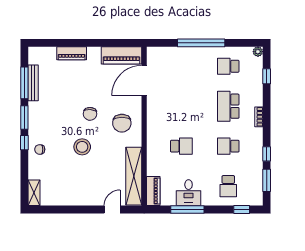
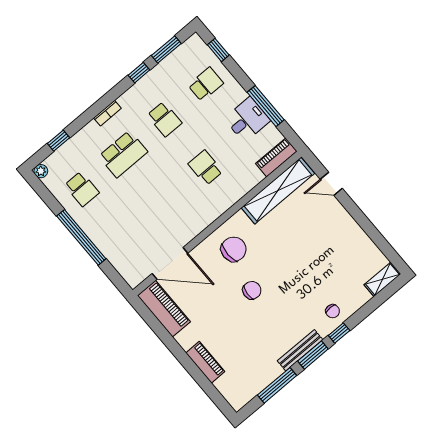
bench: (33, 83) -> (300, 350), moved
stool: (82, 147) -> (293, 270), removed

